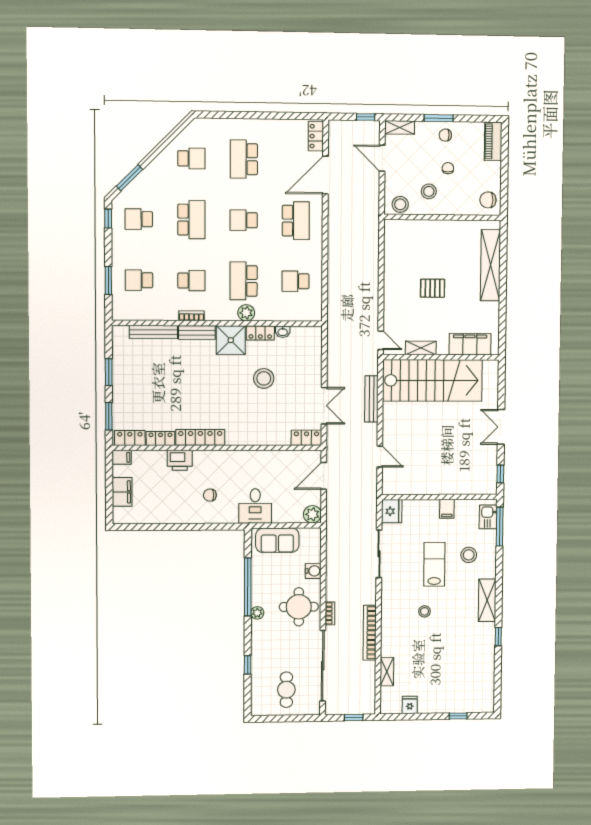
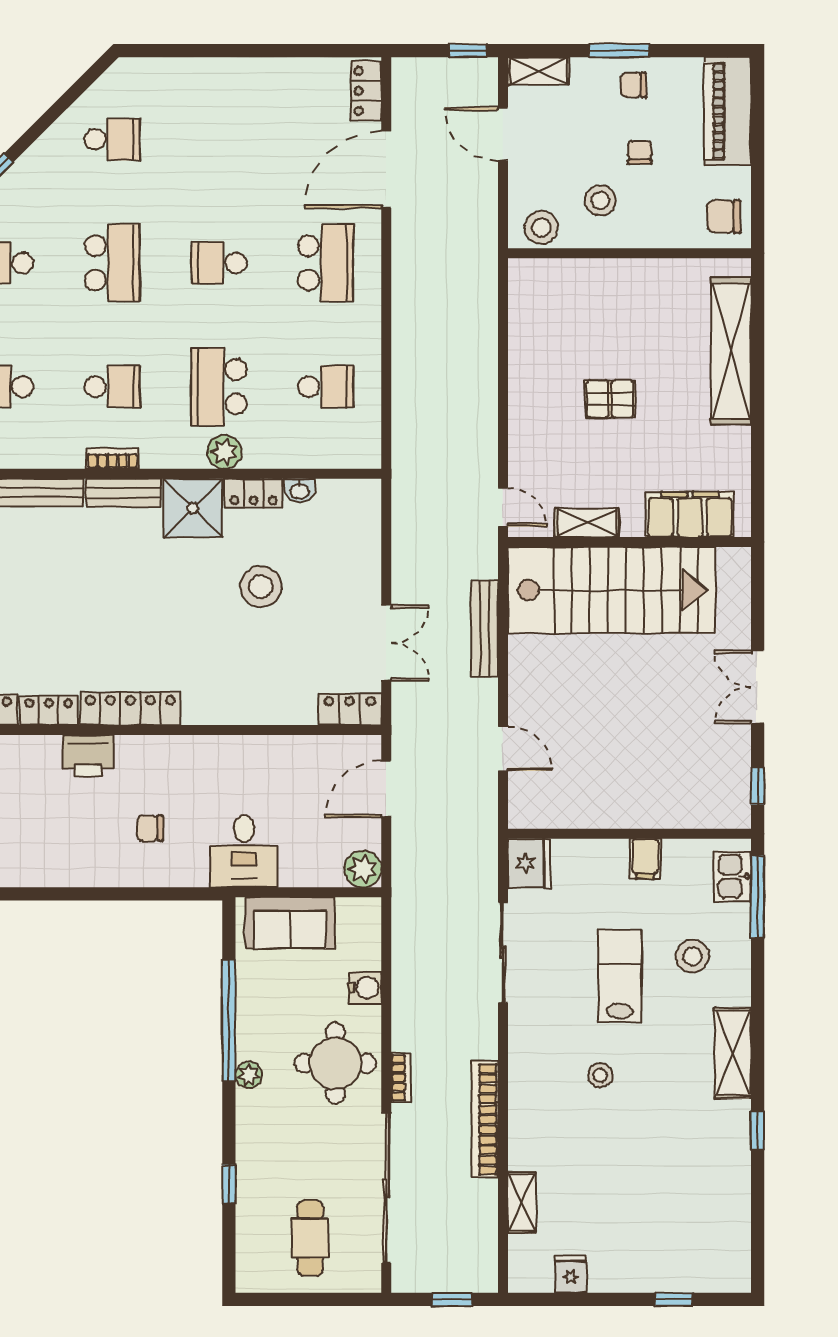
piano: (493, 141) -> (728, 111), width x1.37, depth x1.33
school desk: (244, 159) -> (219, 139), removed
school desk: (295, 281) -> (326, 387), turned 180

